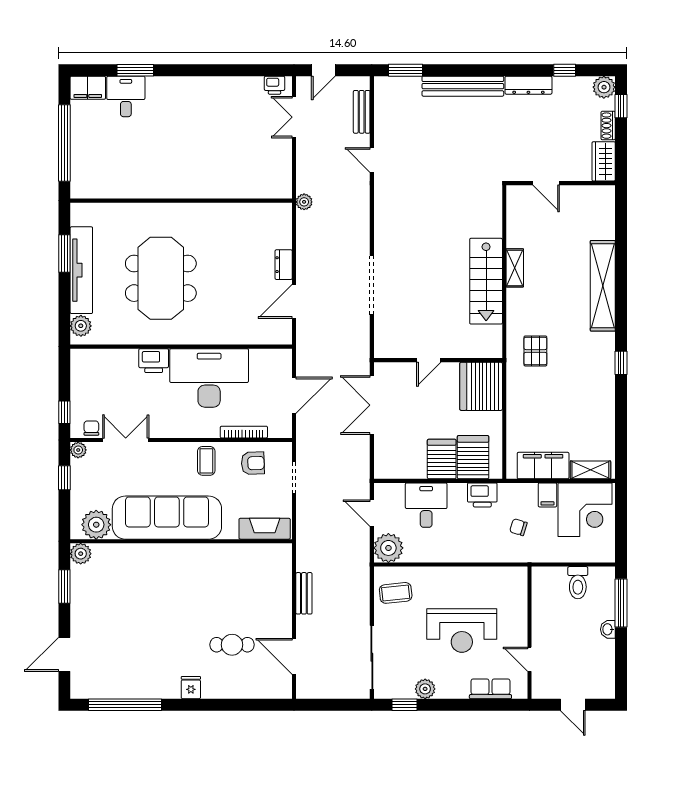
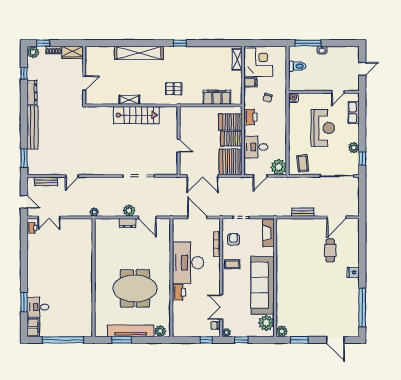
plant: (307, 267) -> (129, 211), added
server rack: (481, 386) -> (231, 162), moved, turned 90
filing cabinet: (543, 466) -> (217, 97), moved, turned 90
water cooler: (518, 576) -> (293, 98), added

